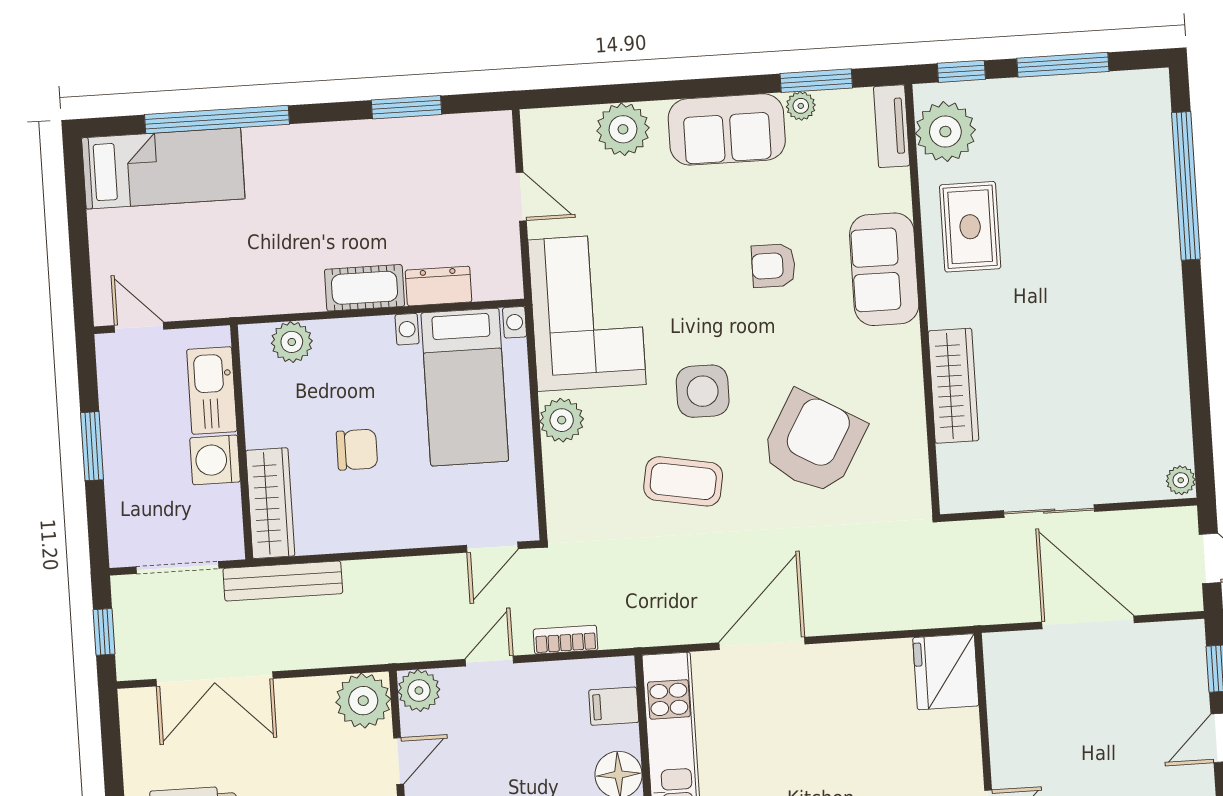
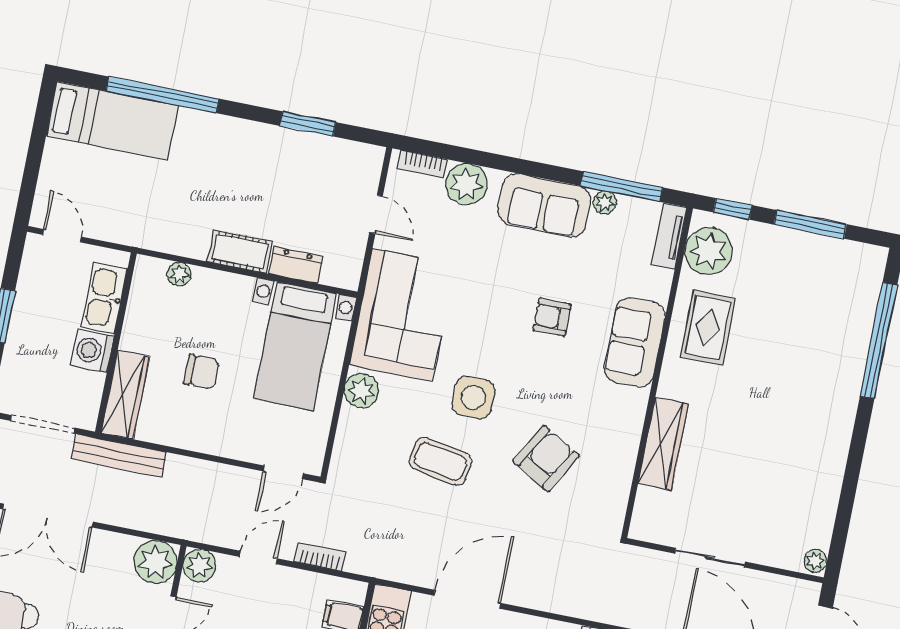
window: (816, 81) -> (621, 187), width x1.44
bookcase: (562, 119) -> (422, 164), added
plant: (292, 342) -> (179, 274), width x0.73, depth x0.73
armchair: (813, 443) -> (546, 458), width x0.73, depth x0.73

